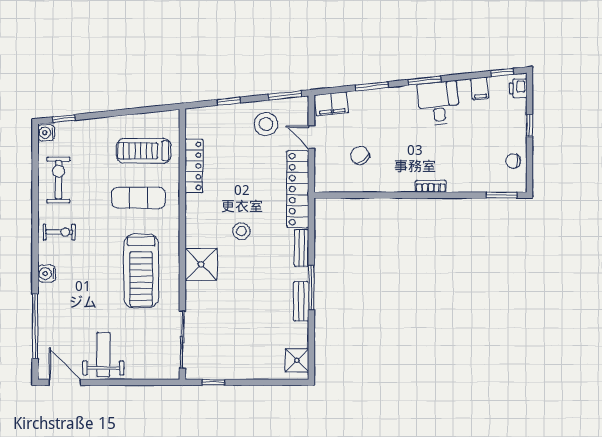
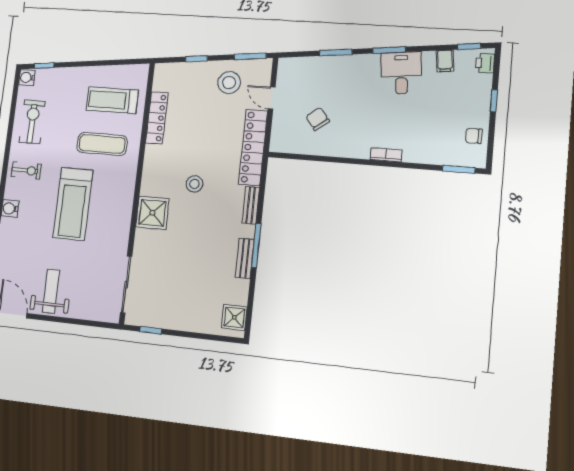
filing cabinet: (331, 104) -> (294, 67), removed
treadmill: (141, 271) -> (73, 204), moved

